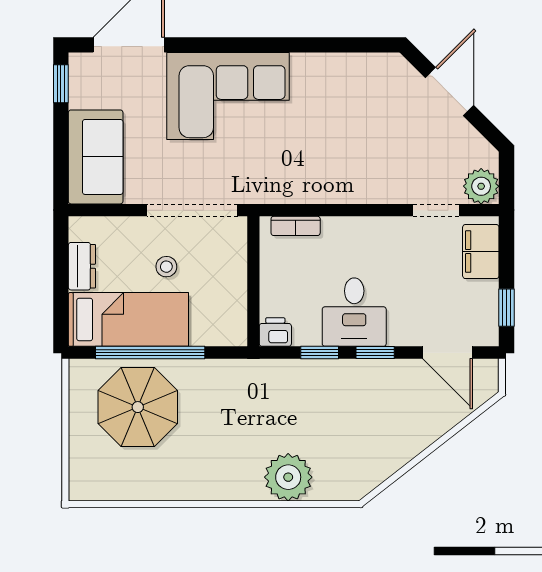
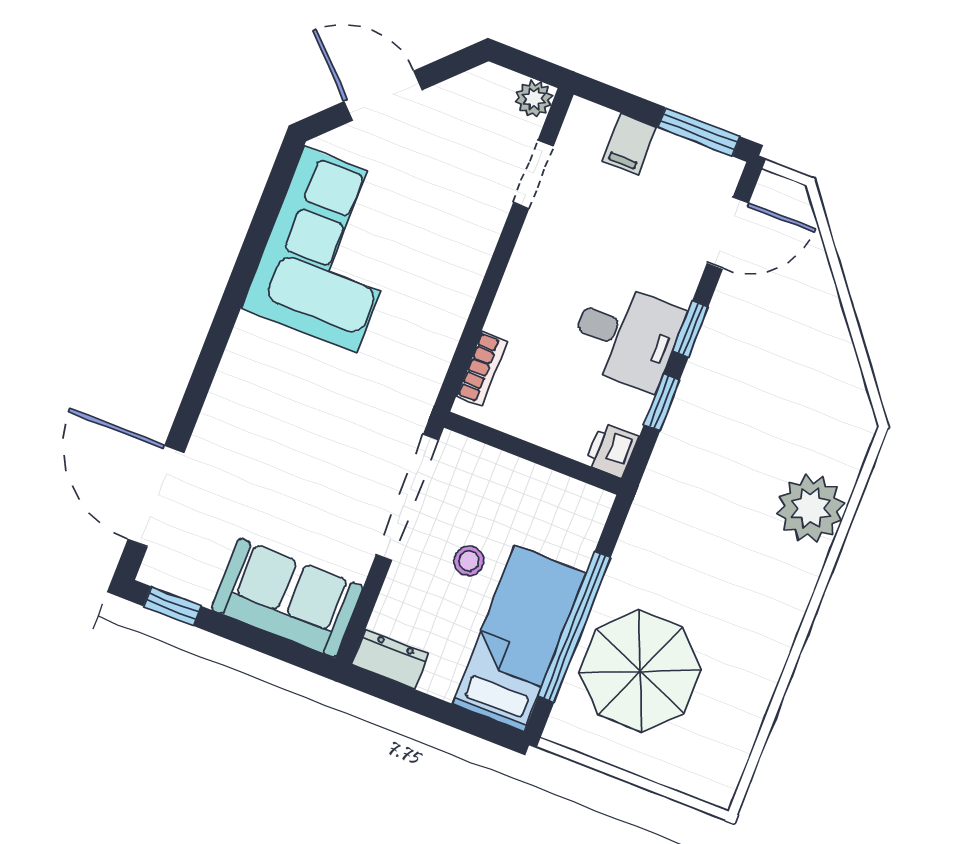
corner sofa: (228, 96) -> (330, 249), moved
plant: (481, 186) -> (534, 99), width x0.73, depth x0.73
filing cabinet: (481, 252) -> (629, 144), width x0.50
dresser: (82, 266) -> (390, 659), moved
window: (506, 308) -> (699, 132), width x1.50

